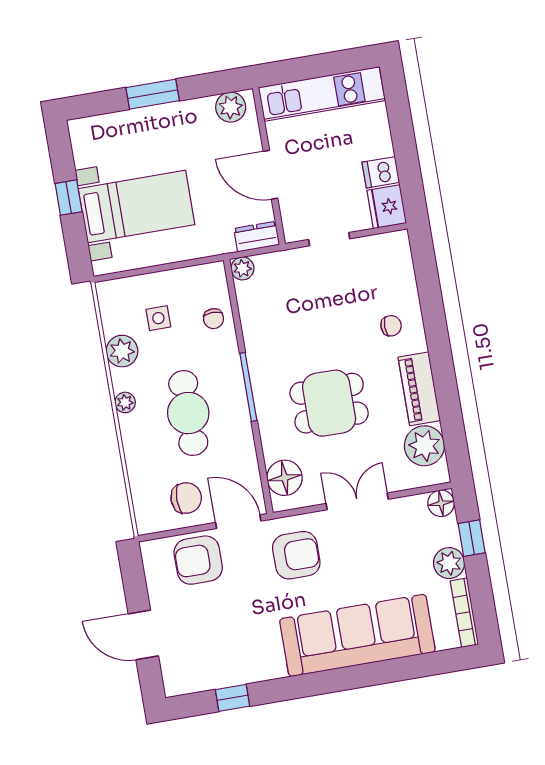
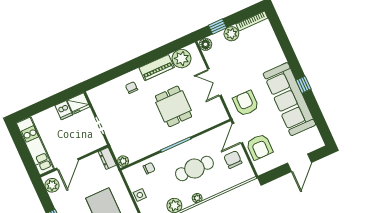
door: (270, 175) -> (67, 164), moved
side table: (158, 318) -> (140, 195), moved
floor lamp: (285, 478) -> (212, 118), removed
sofa: (357, 635) -> (289, 99), moved
window: (233, 698) -> (304, 85), moved

